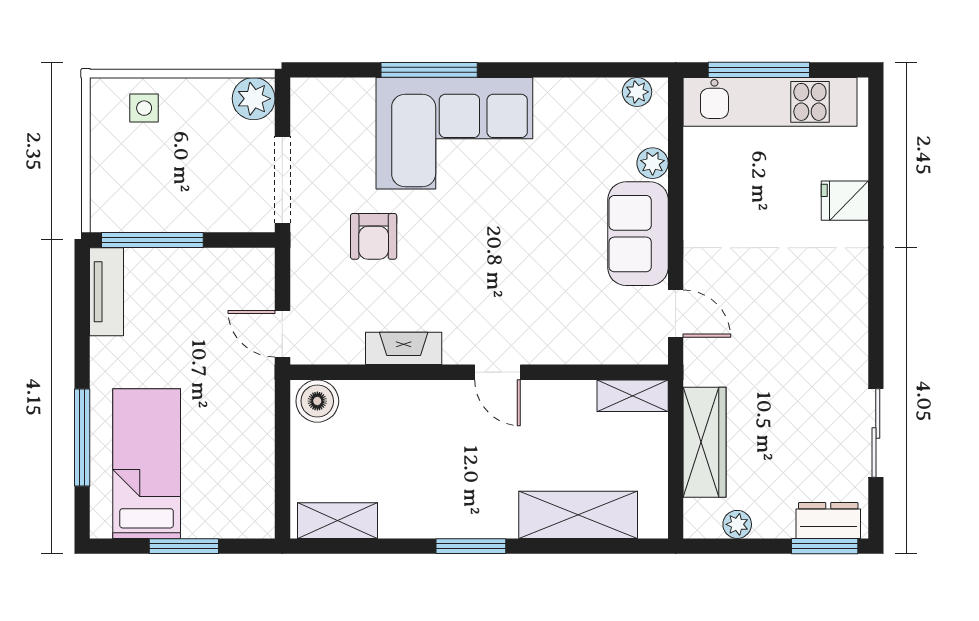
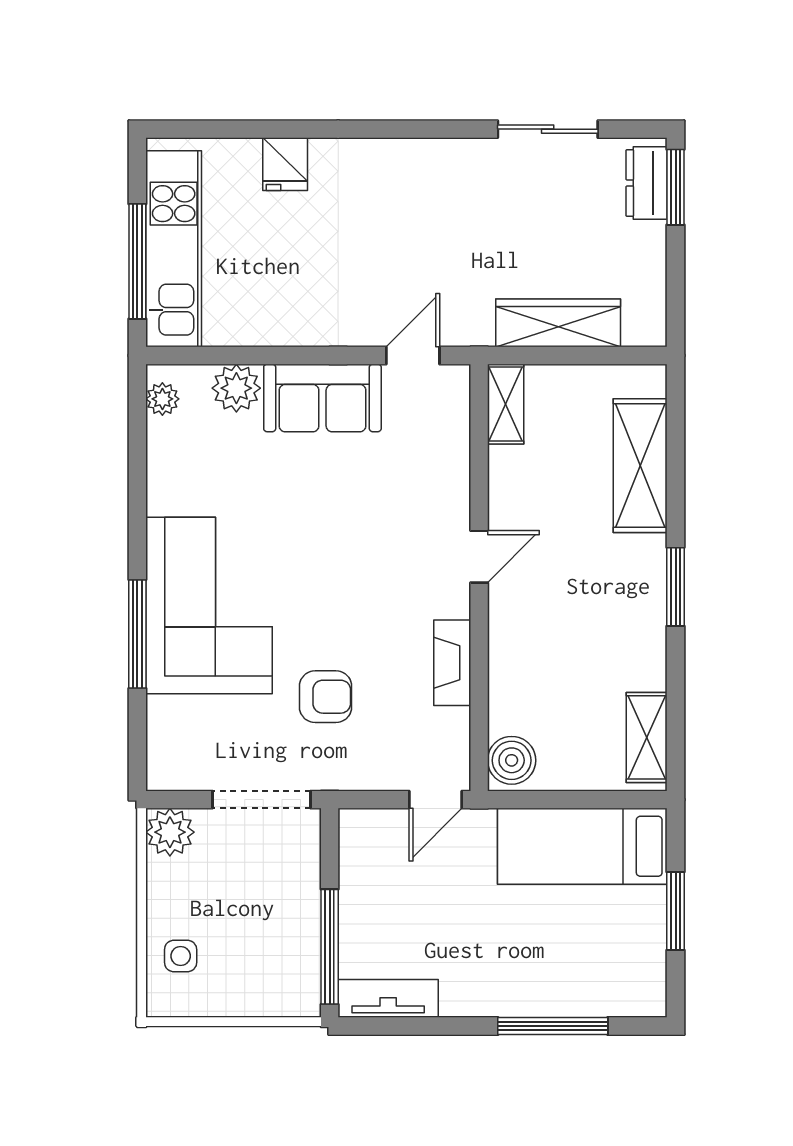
plant: (653, 163) -> (236, 388), width x1.38, depth x1.38
bed: (147, 464) -> (582, 846), moved
plant: (737, 524) -> (651, 286), removed

